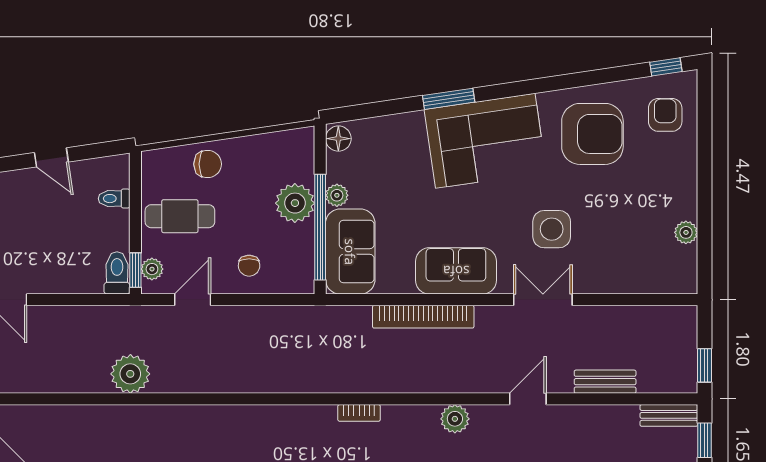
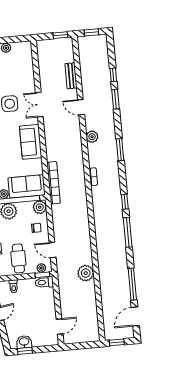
plant: (298, 278) -> (40, 207), added
bookcase: (423, 317) -> (54, 183), moved
bench: (669, 415) -> (83, 48), removed

